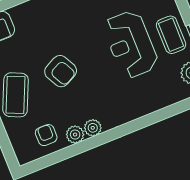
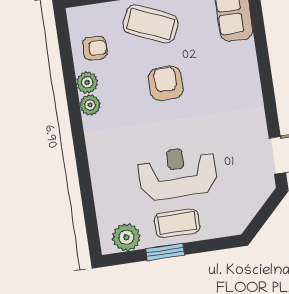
armchair: (61, 71) -> (166, 83), turned 117

